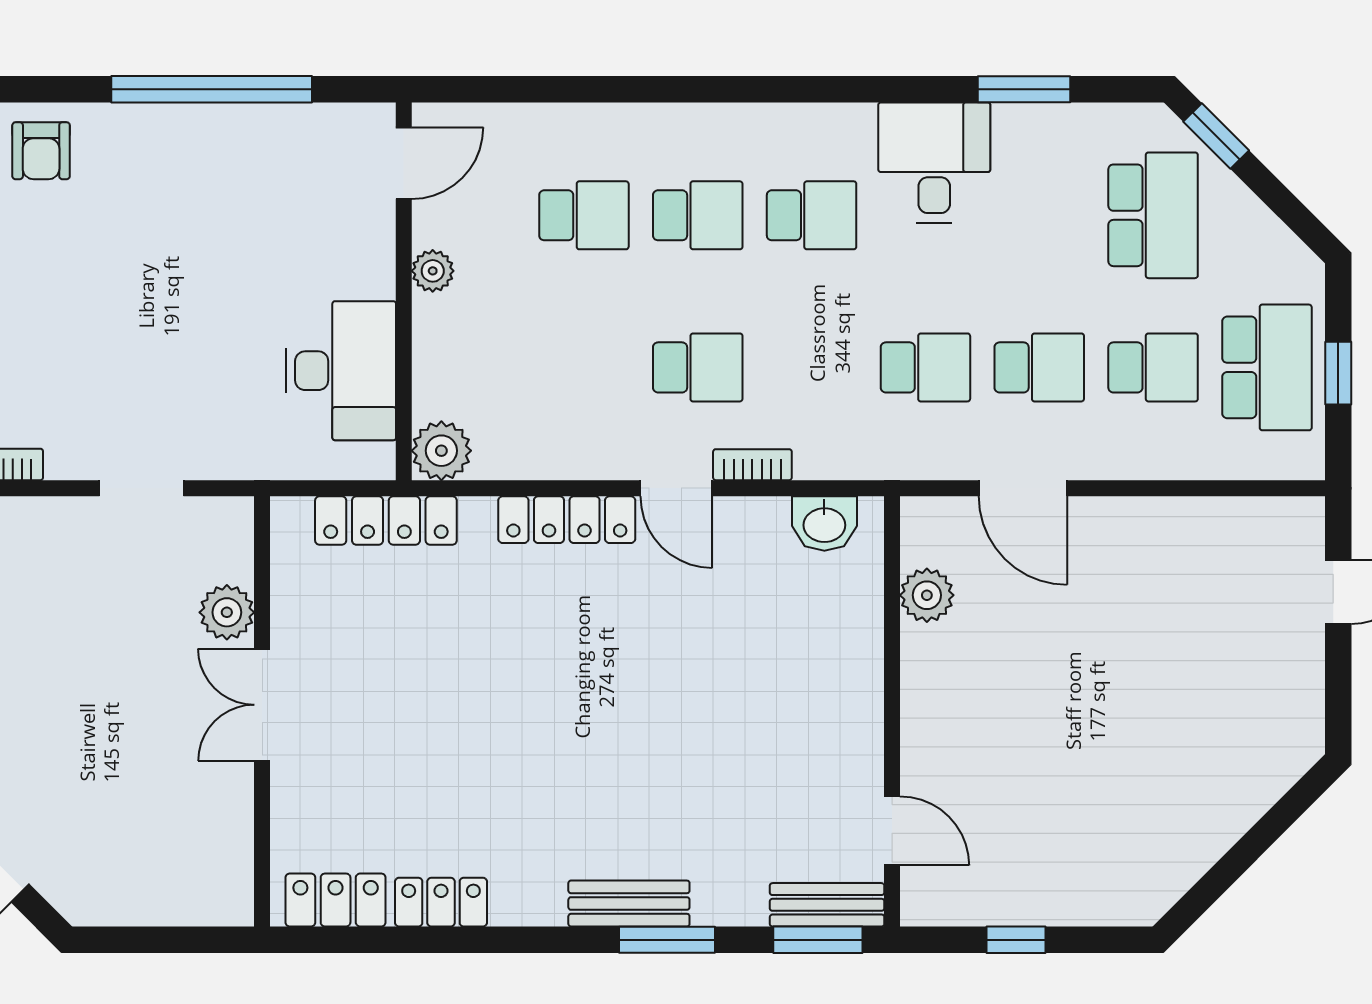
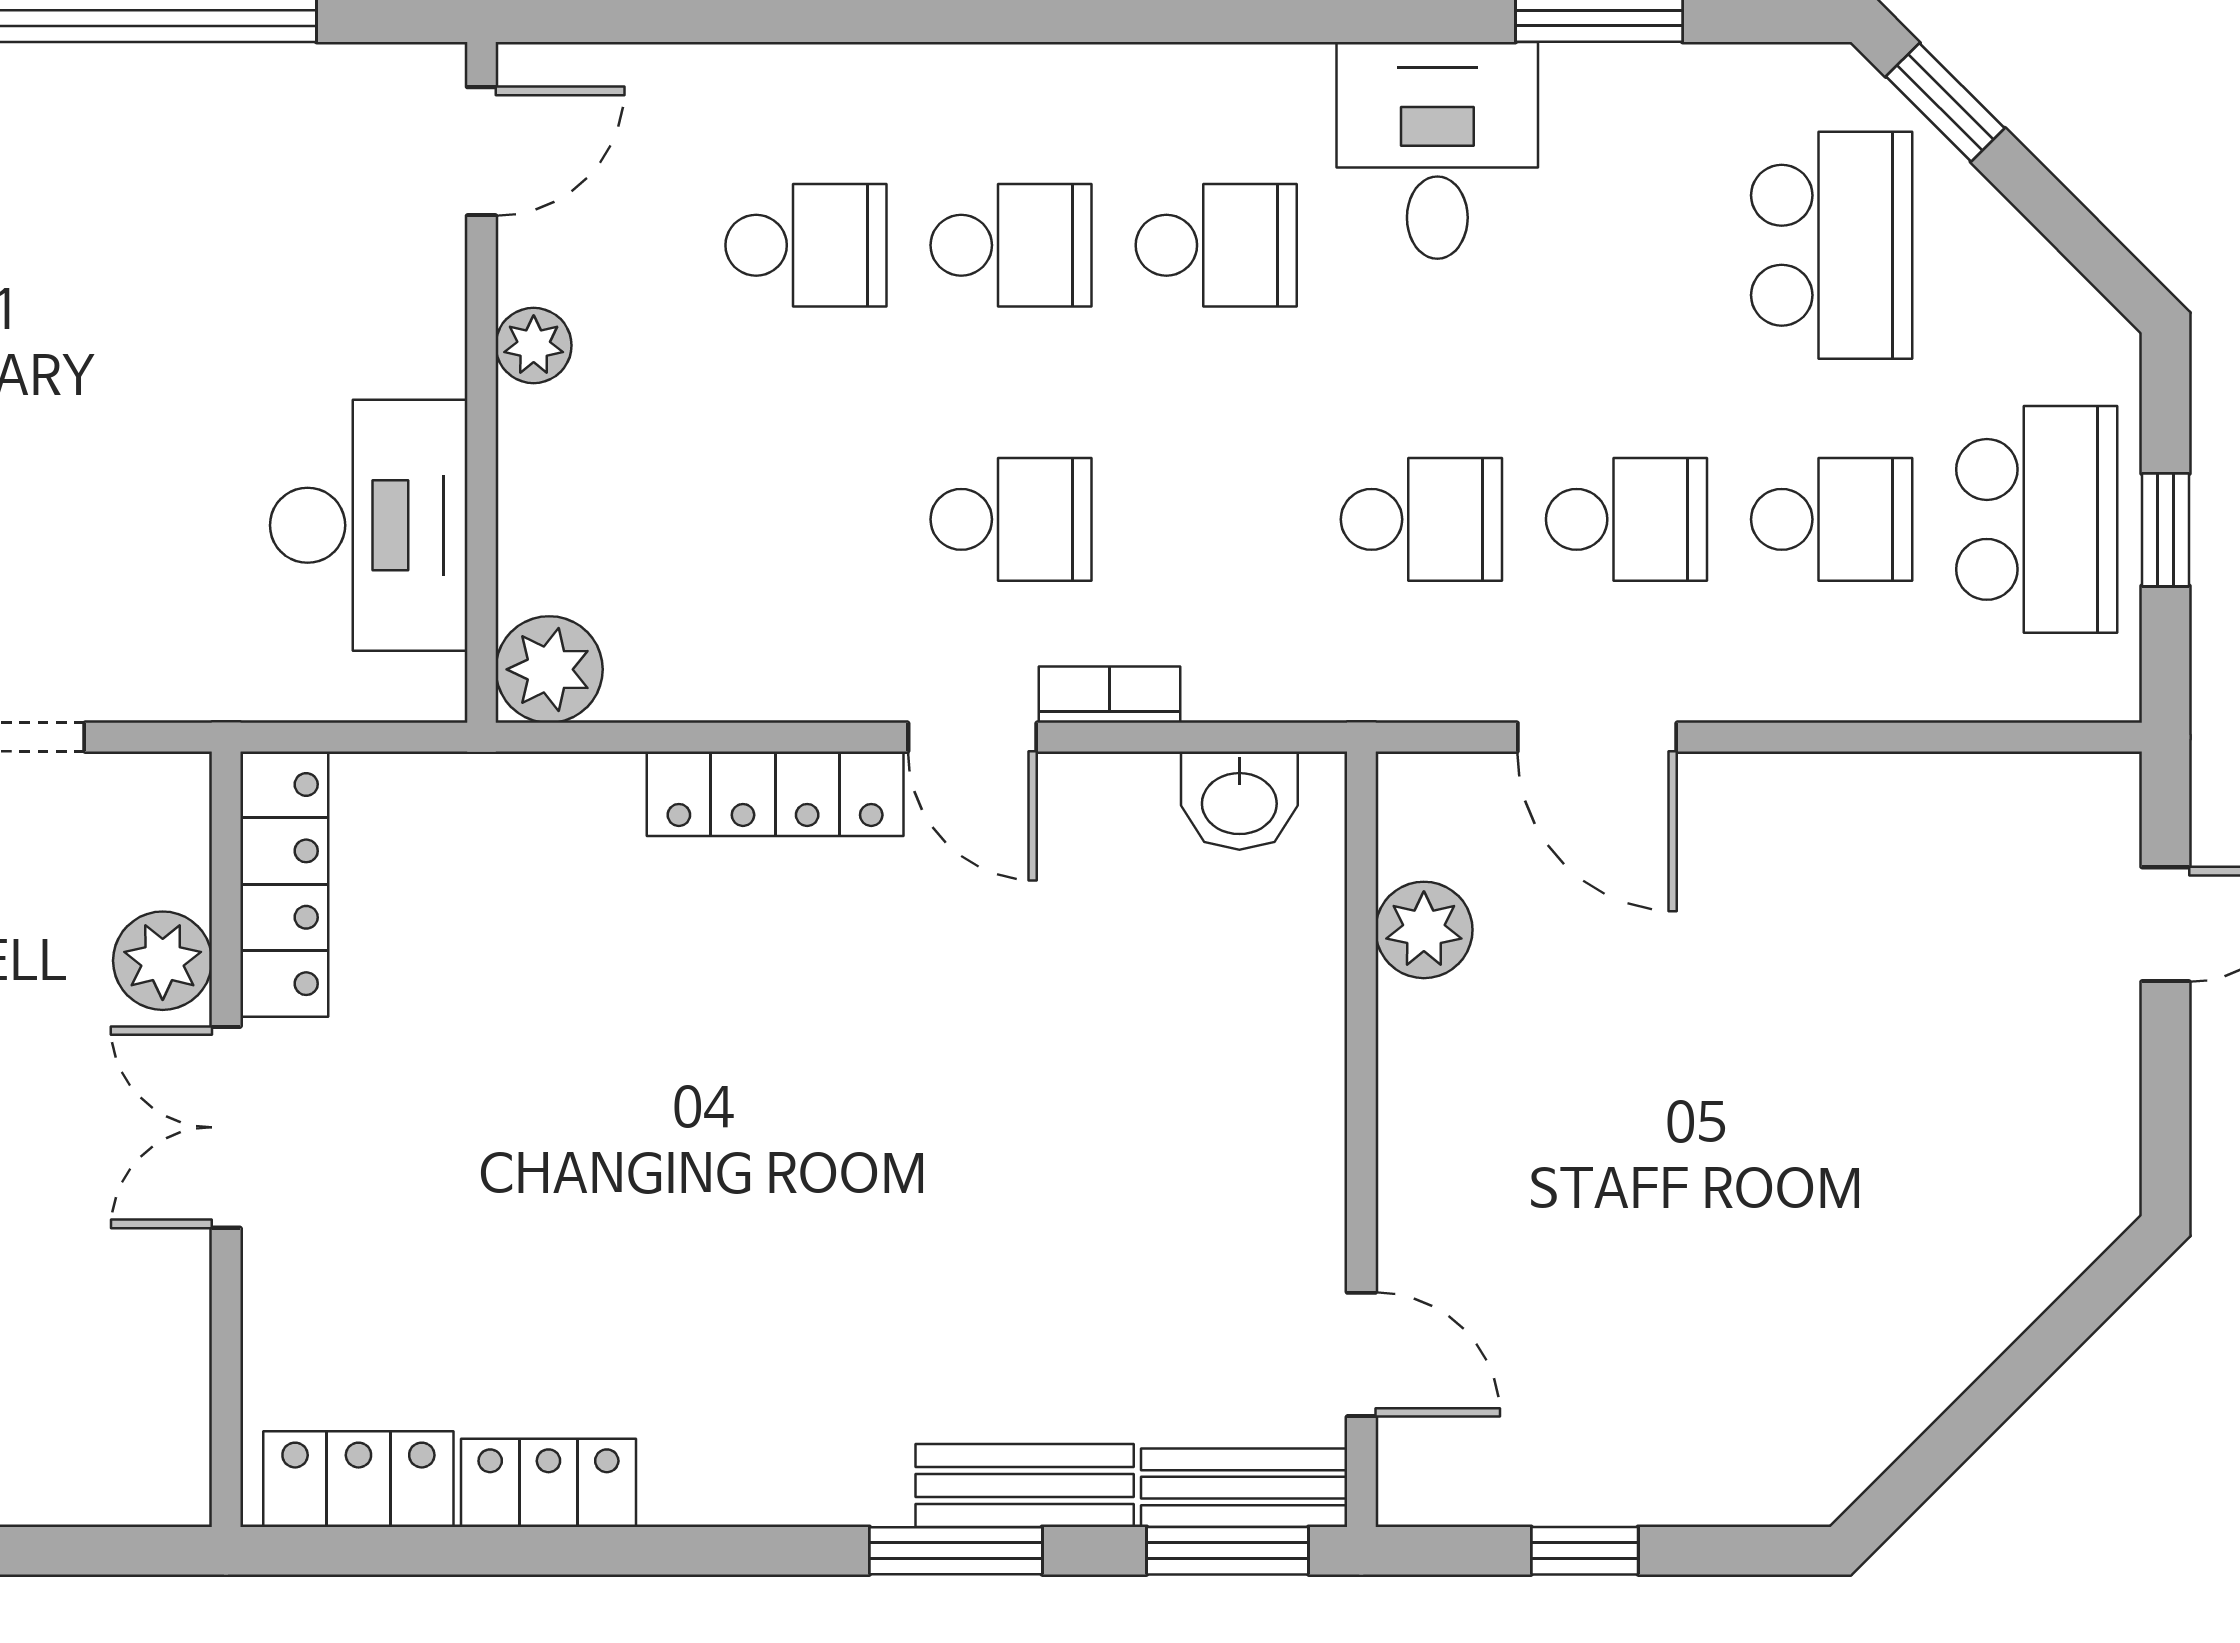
locker: (386, 520) -> (284, 884), moved, turned -90
bench: (629, 904) -> (1025, 1485), moved

